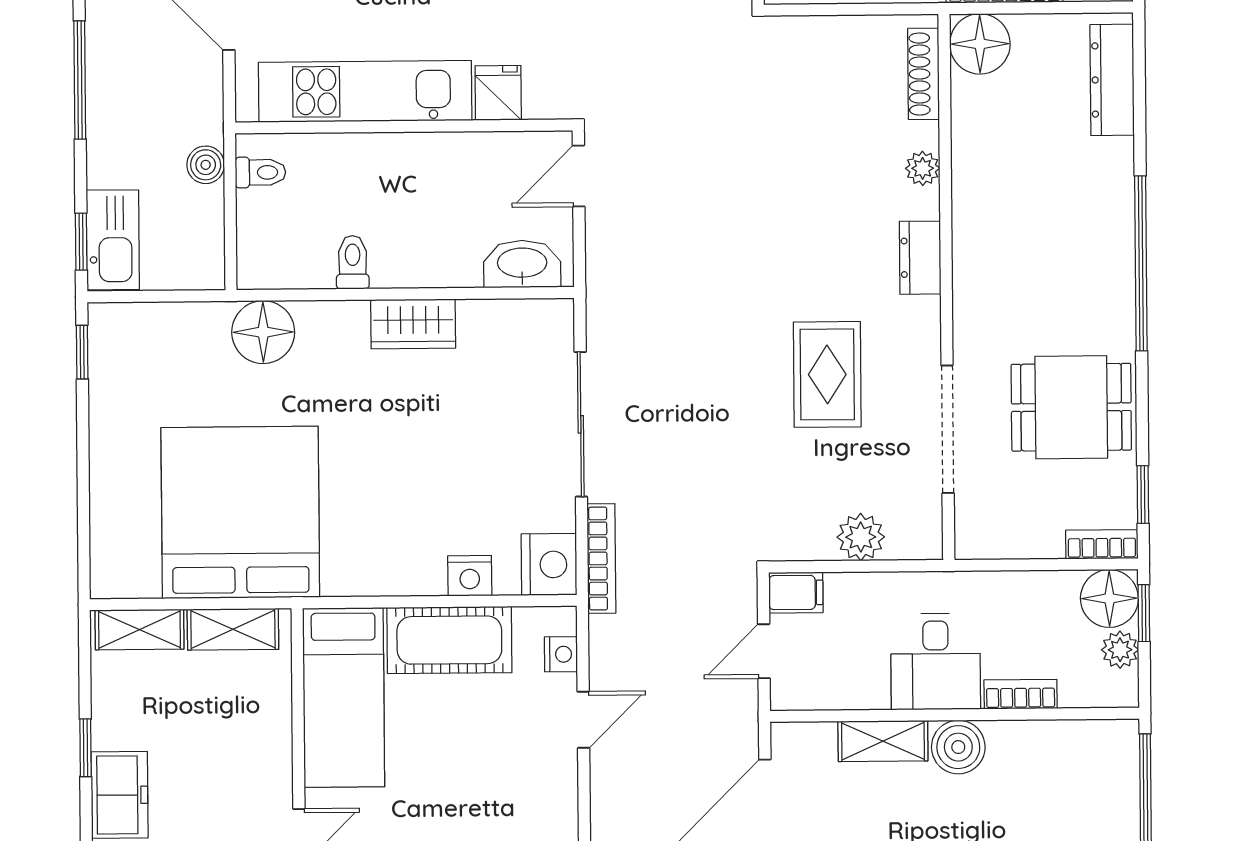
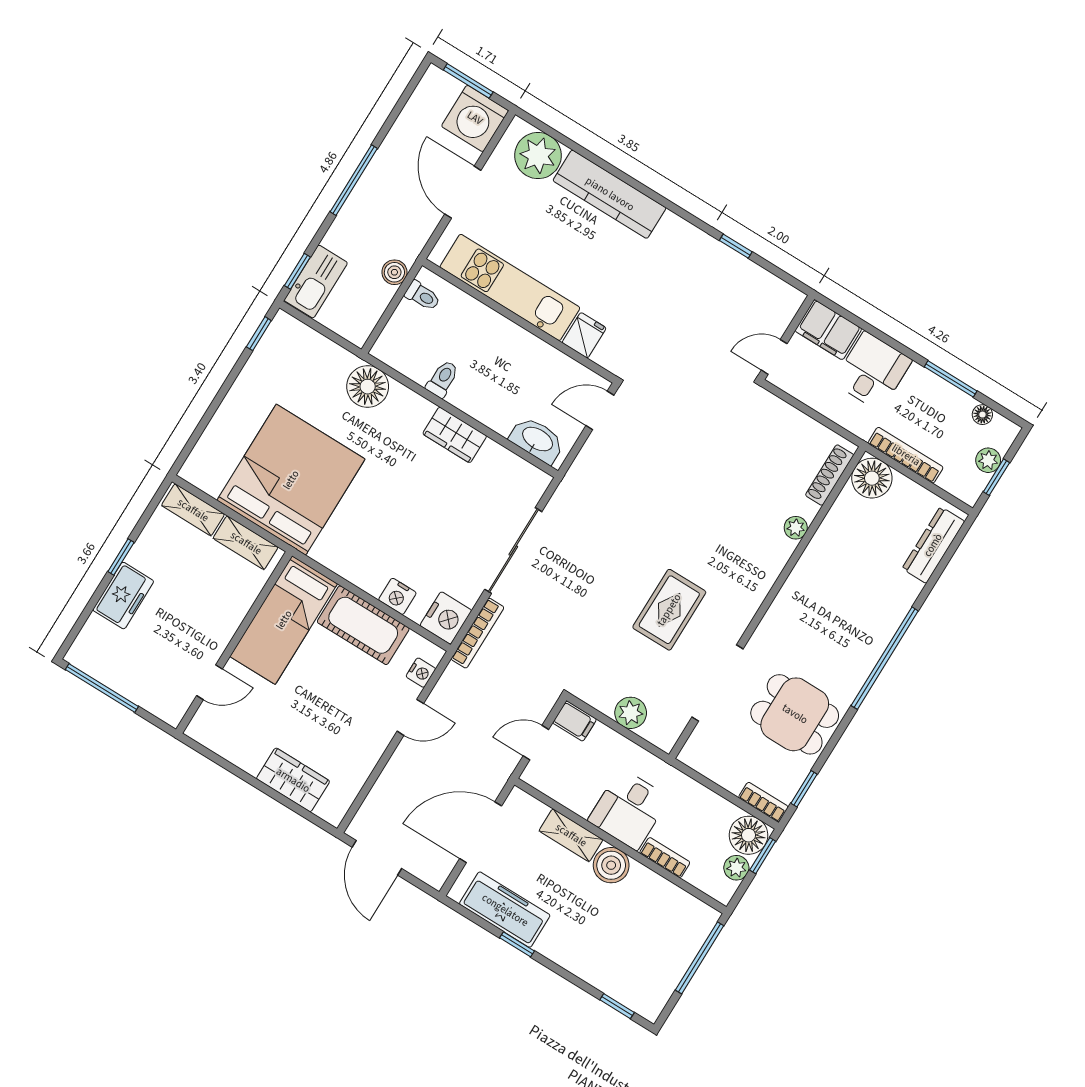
dresser: (920, 258) -> (763, 577), removed

